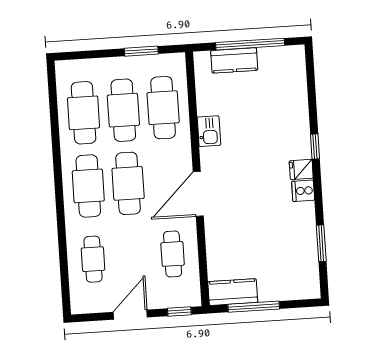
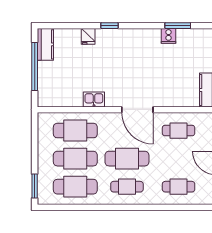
window: (141, 51) -> (35, 186), moved
kitchen counter: (234, 60) -> (45, 44), moved
fridge: (301, 169) -> (88, 36), moved
cafe table: (88, 186) -> (127, 187), width x0.73, depth x0.74
cooker: (303, 191) -> (168, 36), moved

